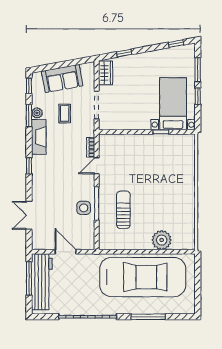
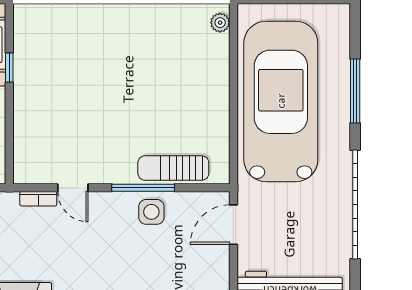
sun lounger: (123, 210) -> (173, 168), moved
plant: (162, 240) -> (220, 23), moved, width x0.53, depth x0.53
door: (66, 252) -> (233, 225), moved

